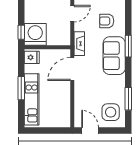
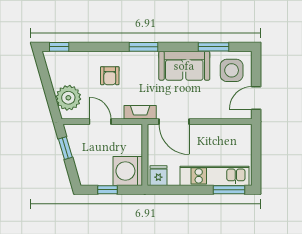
window: (21, 32) -> (107, 190), moved
sofa: (114, 56) -> (184, 66), moved
window: (21, 88) -> (229, 190), moved

